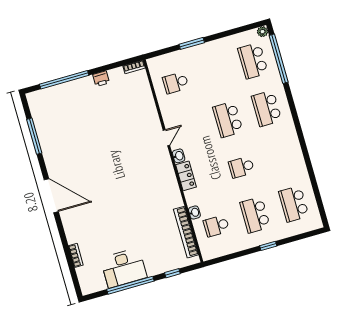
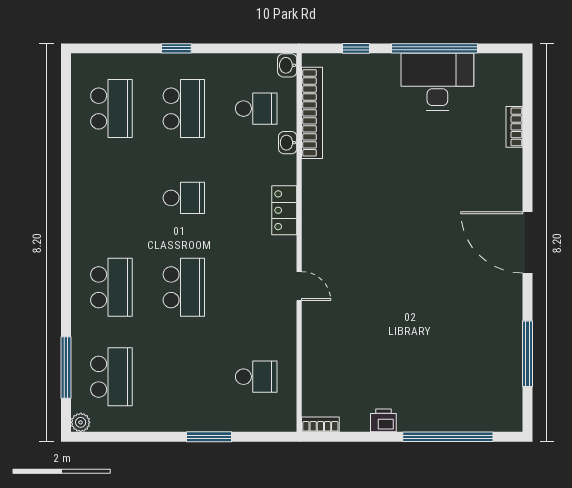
window: (279, 59) -> (66, 368), width x0.68
door: (166, 138) -> (299, 286), swing flipped
washbasin: (179, 156) -> (287, 65), moved

